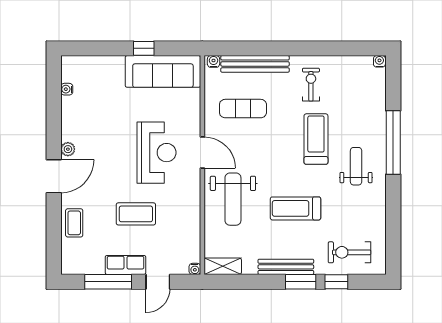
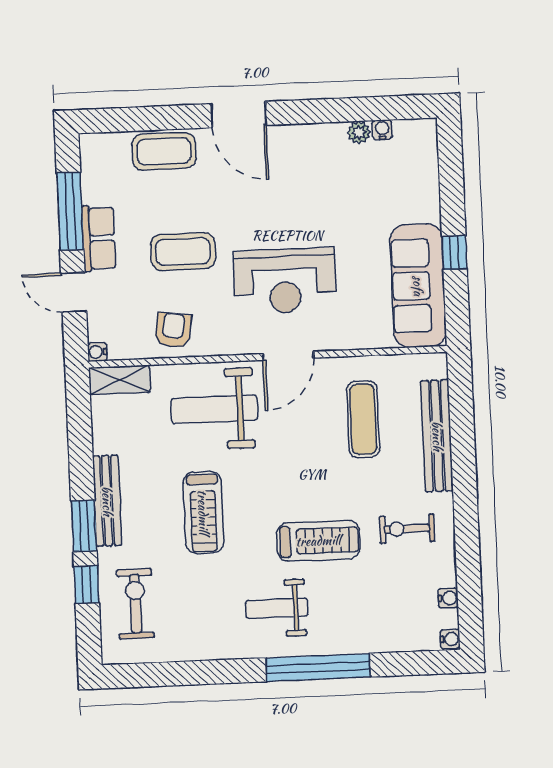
water cooler: (213, 61) -> (448, 598), moved
exercise bike: (311, 85) -> (407, 529), turned 180
plant: (68, 149) -> (359, 132), moved
weight bench: (356, 166) -> (277, 608), turned 180
treadmill: (296, 208) -> (203, 512), turned 180
coffee table: (136, 214) -> (183, 252), turned 90
armchair: (184, 222) -> (173, 330), added
coffee table: (74, 223) -> (164, 151), width x1.36, depth x1.30
shelving: (223, 266) -> (120, 380), moved, turned 90

